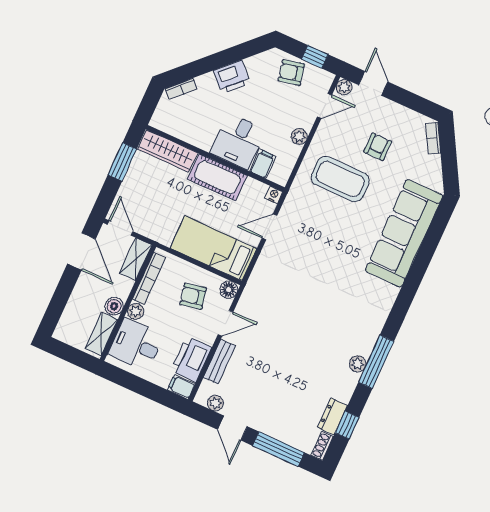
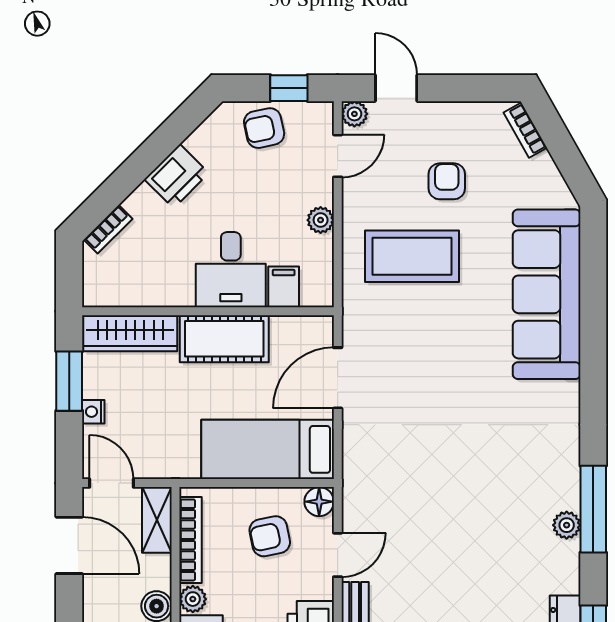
nightstand: (274, 195) -> (93, 412), moved, turned -90
door: (269, 227) -> (338, 378), width x1.38

